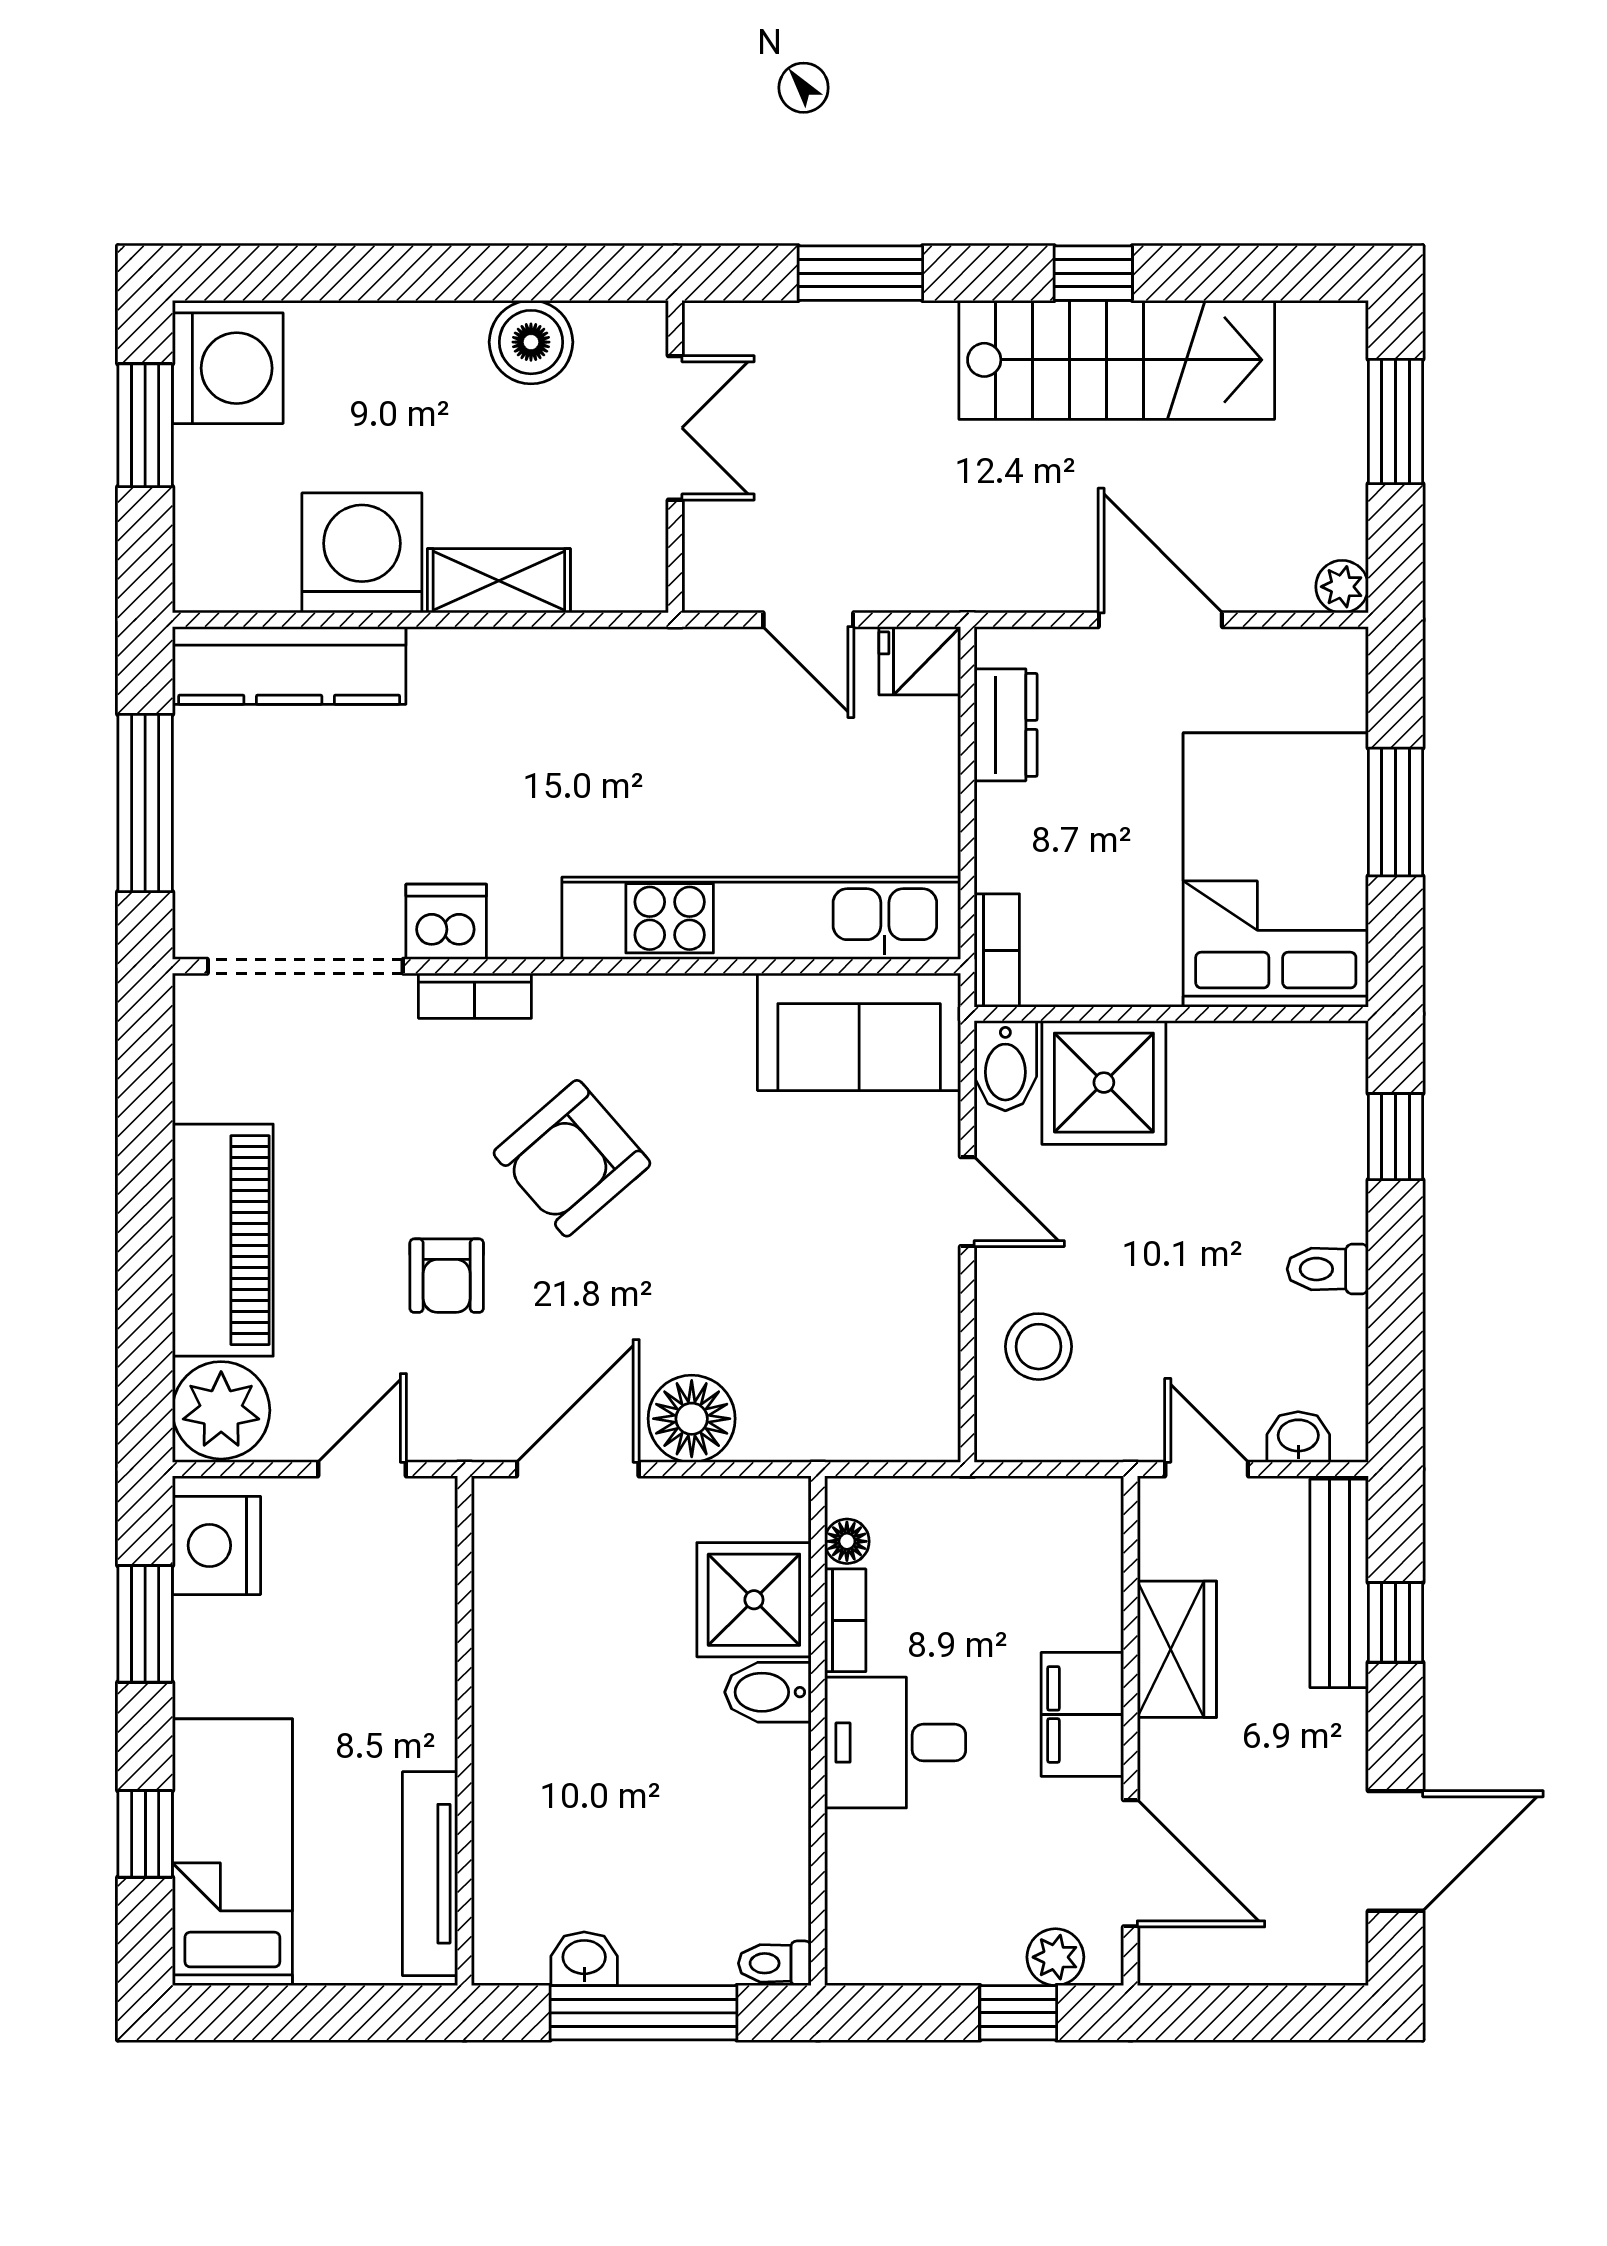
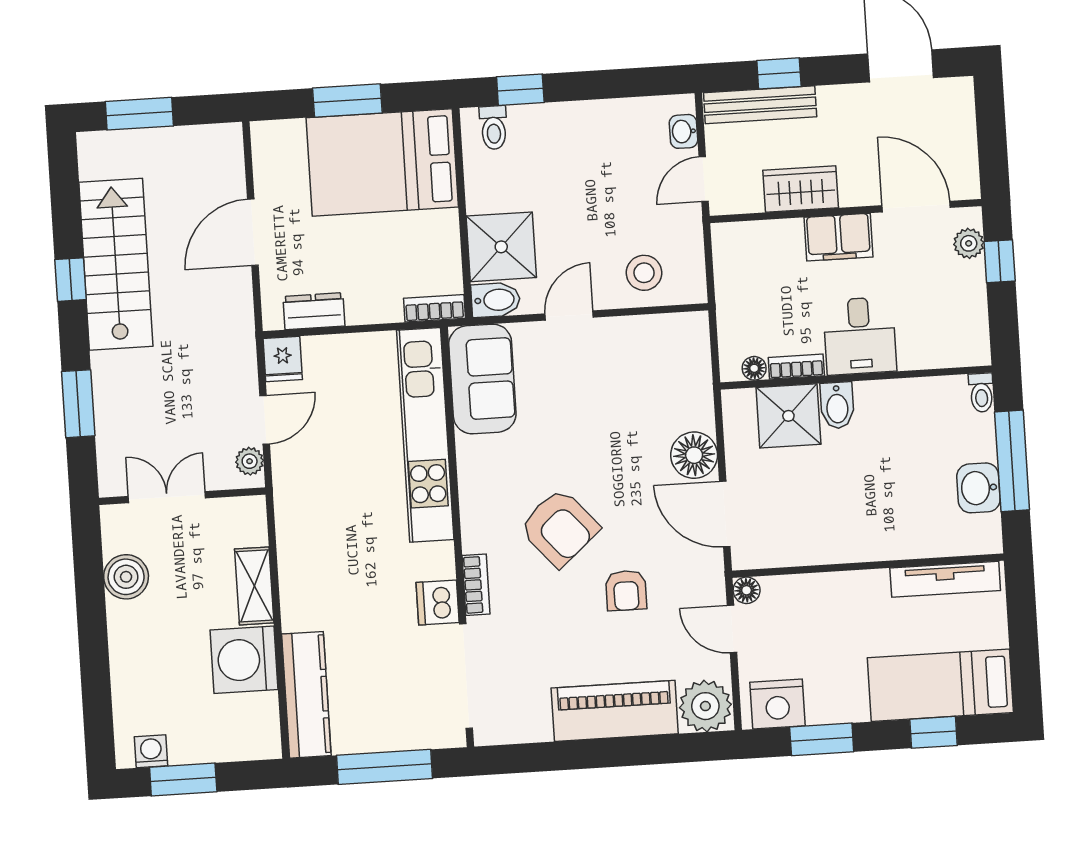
washing machine: (228, 368) -> (151, 751), width x0.53, depth x0.53
plant: (1342, 587) -> (250, 461), moved
toilet: (1328, 1269) -> (494, 128), moved
armchair: (447, 1276) -> (626, 590), turned 90
floor lamp: (433, 1501) -> (747, 590), added
door: (1130, 1863) -> (916, 207), hinge flipped
washbasin: (584, 1959) -> (978, 488), width x1.38, depth x1.45

